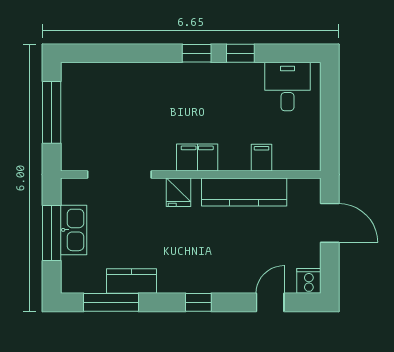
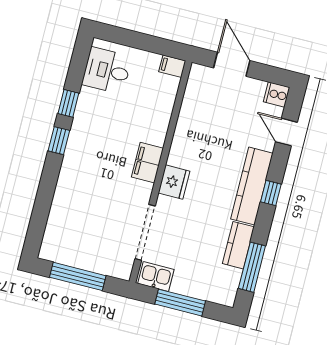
filing cabinet: (262, 158) -> (172, 66), moved
fridge: (178, 192) -> (174, 182), width x1.38
kitchen counter: (244, 192) -> (252, 186), moved, turned 180
door: (330, 223) -> (232, 64), hinge flipped
kitchen sink: (74, 230) -> (156, 276), moved, width x0.73

